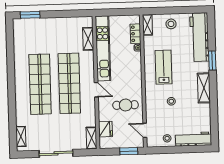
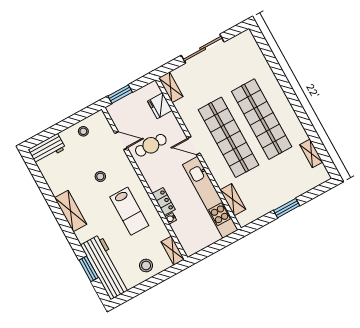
window: (30, 15) -> (287, 208), moved
locker: (136, 34) -> (164, 201), moved
window: (212, 60) -> (89, 269), moved
door: (145, 130) -> (121, 141), moved
shelving: (21, 136) -> (311, 153), moved
workbench: (194, 139) -> (47, 149), width x0.73

